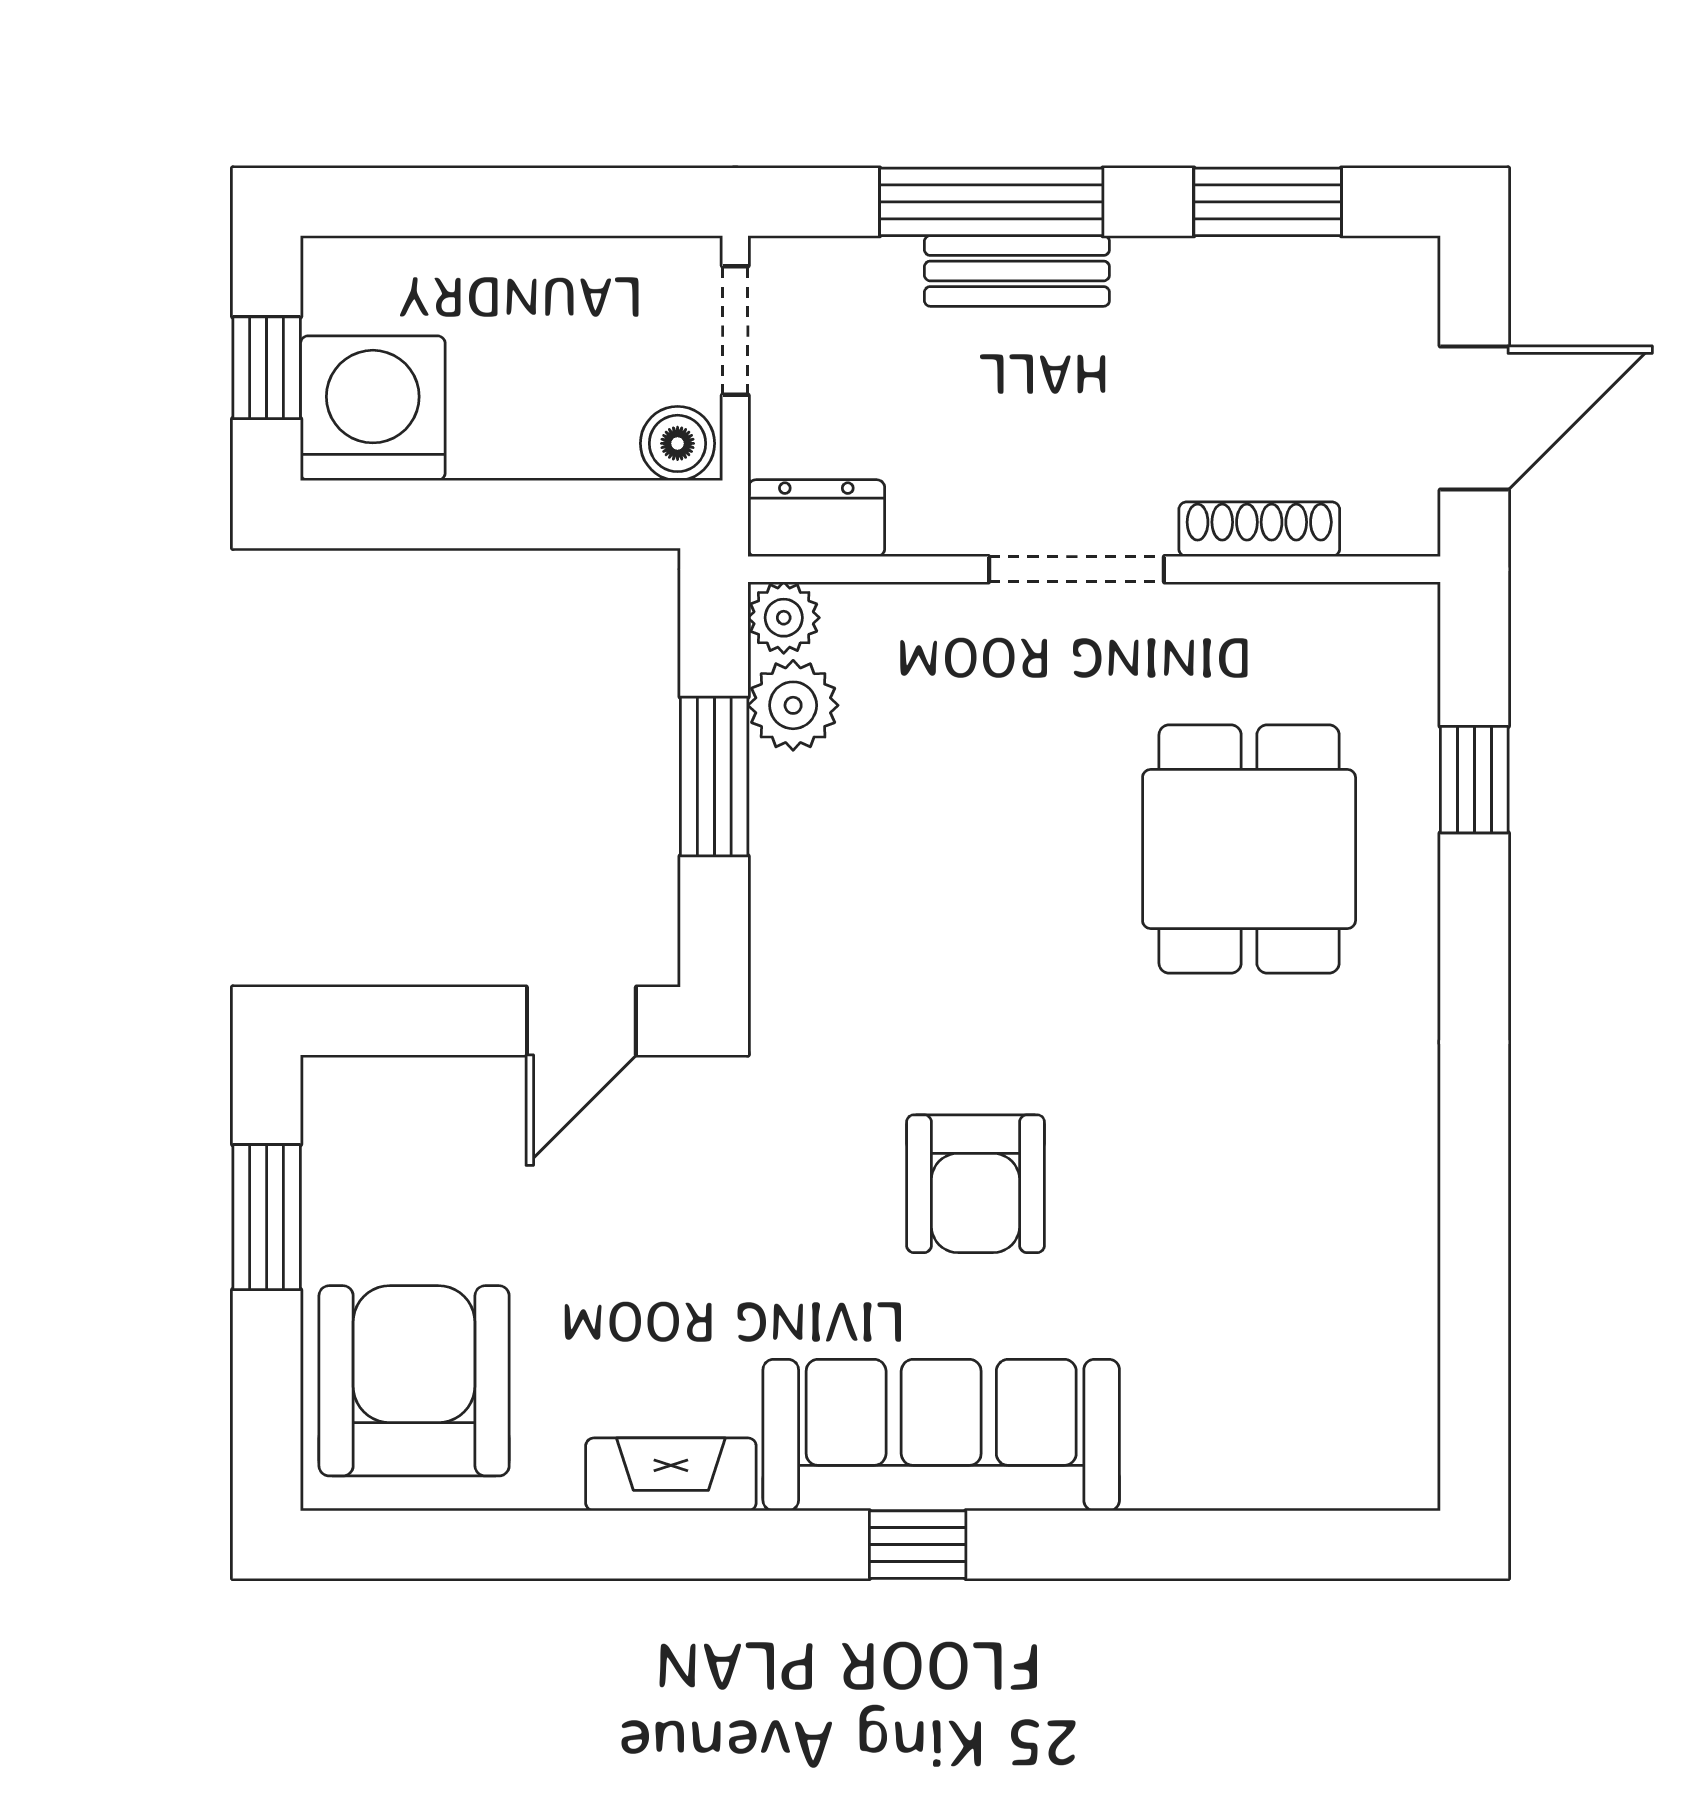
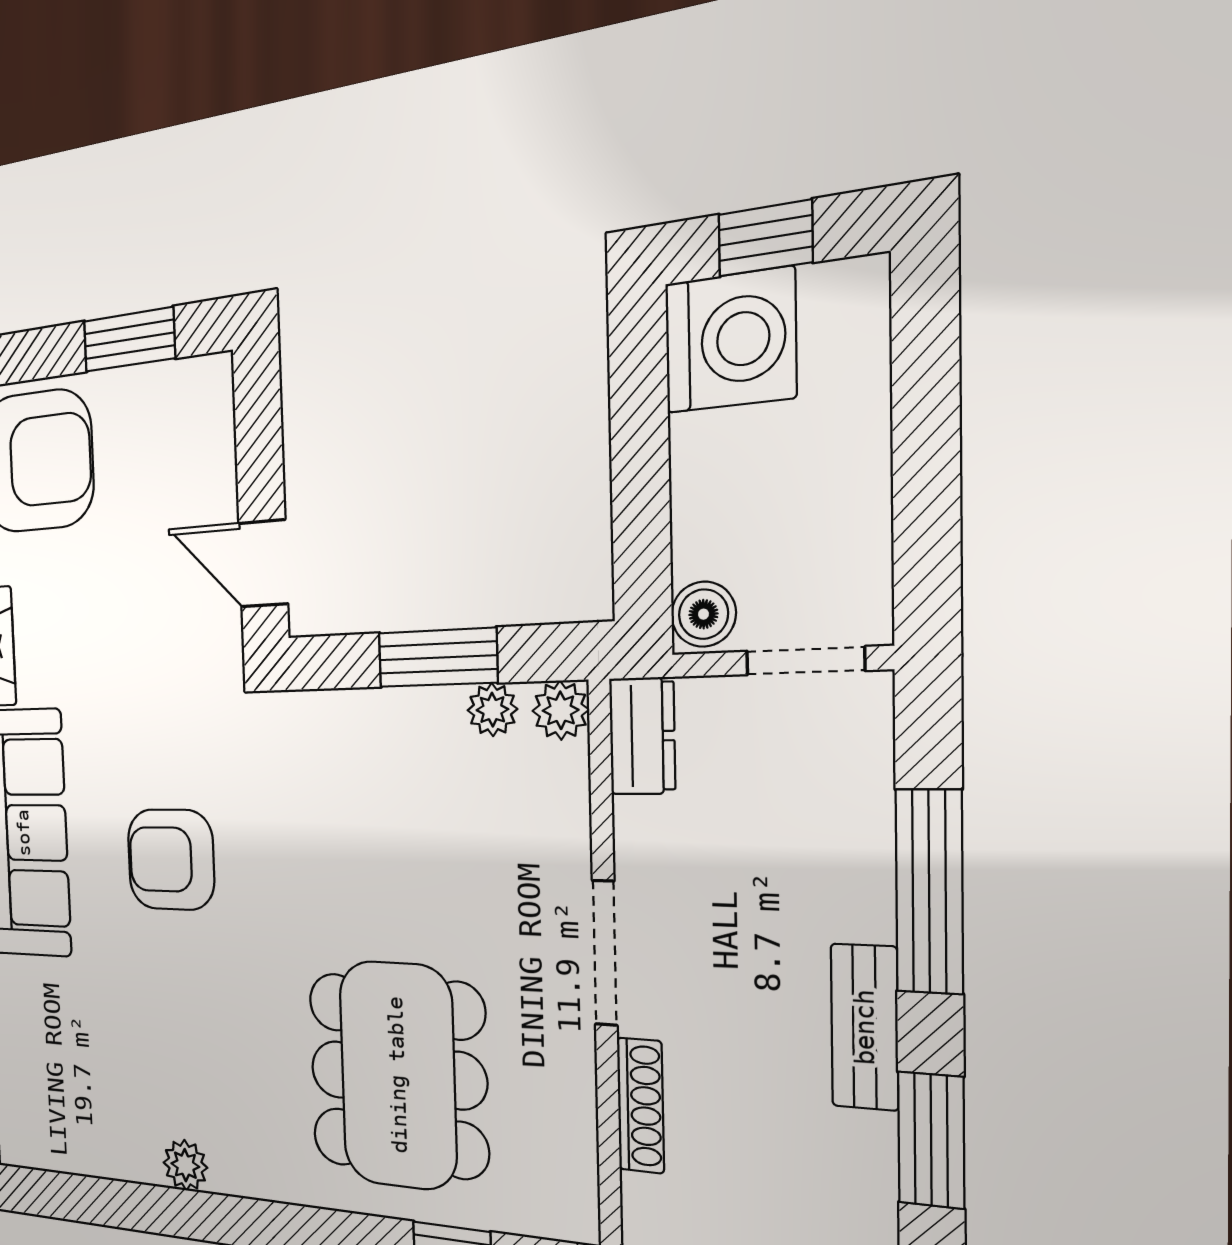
bench: (1017, 271) -> (865, 1027), moved
plant: (793, 705) -> (492, 710), width x0.73, depth x0.73
dining table: (1249, 849) -> (398, 1075), width x1.38
plant: (1404, 1180) -> (185, 1165), added

